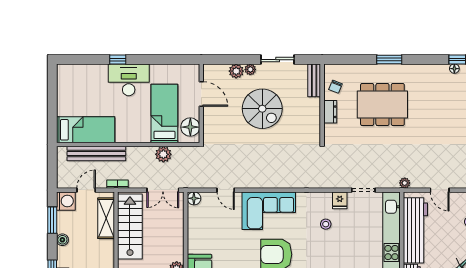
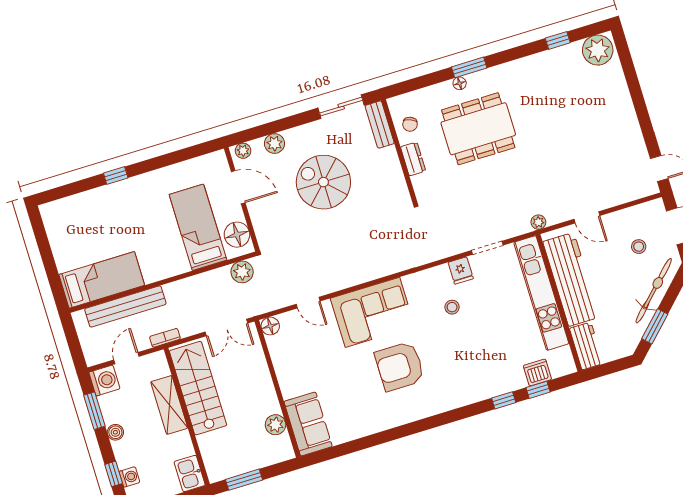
sliding door: (278, 60) -> (341, 107), moved
plant: (250, 69) -> (243, 151), moved
floor lamp: (454, 69) -> (460, 83), moved
desk: (129, 80) -> (138, 198), removed
spiral stairs: (262, 109) -> (323, 182), turned 180
plant: (163, 154) -> (242, 272), moved
shelving: (106, 218) -> (169, 405), moved

